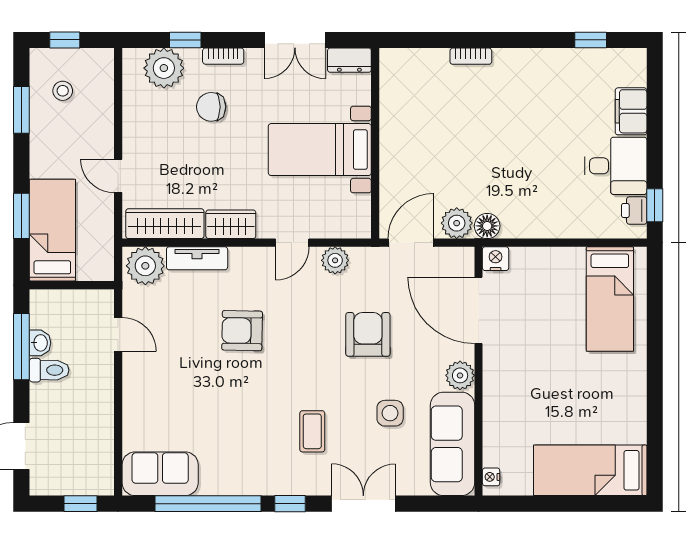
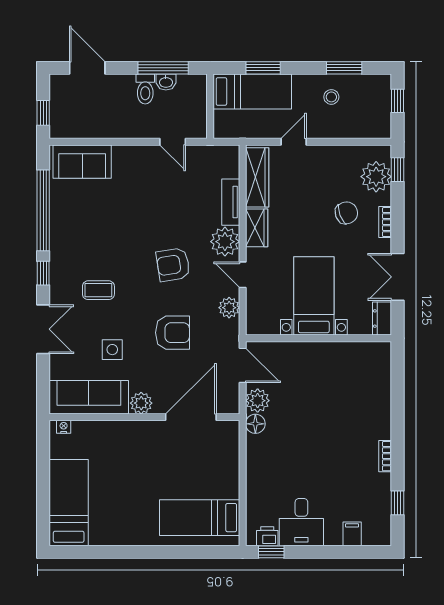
window: (185, 40) -> (398, 170), moved
bookcase: (471, 56) -> (385, 456), moved
stool: (63, 91) -> (331, 97), moved
chair: (211, 107) -> (346, 213), turned 69
filing cabinet: (631, 111) -> (352, 534), width x0.50
nightstand: (496, 259) -> (230, 430), removed
plant: (145, 266) -> (225, 242), moved
armchair: (242, 331) -> (173, 265), moved, turned -100
door: (118, 334) -> (173, 142), hinge flipped
sofa: (160, 474) -> (82, 162), moved, turned 90

